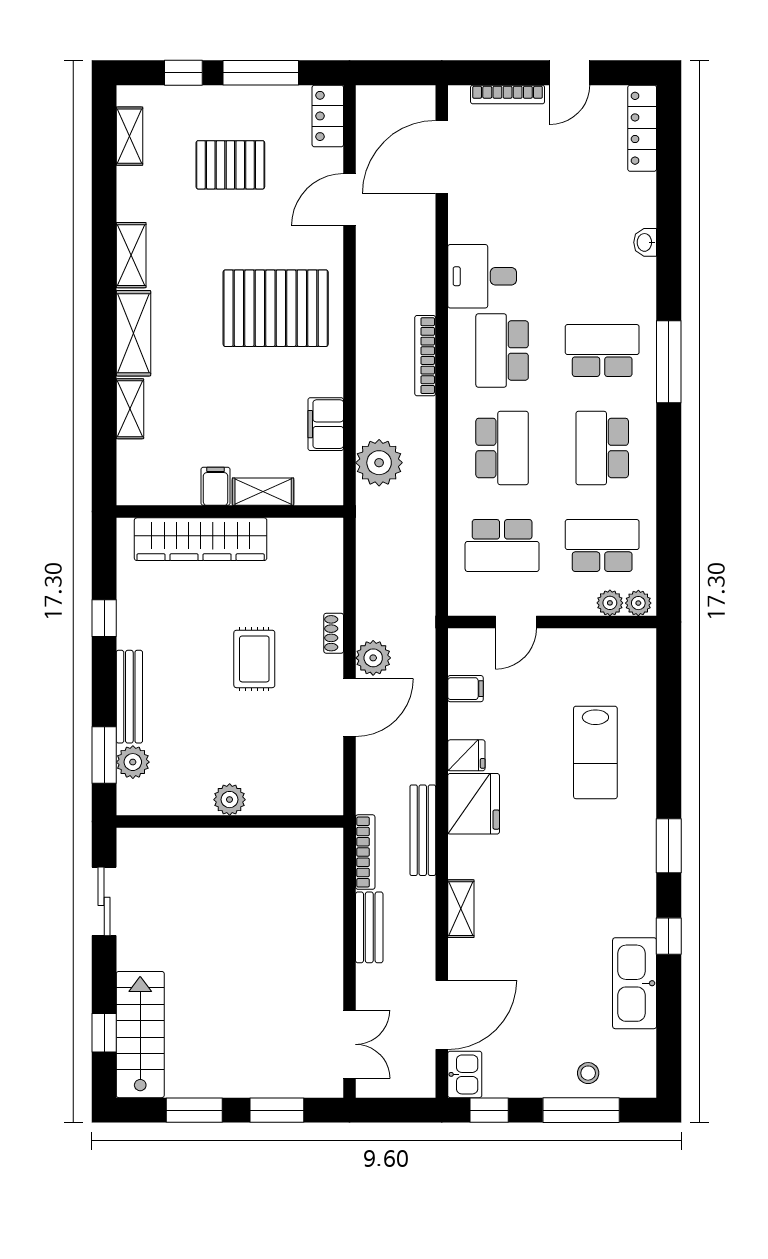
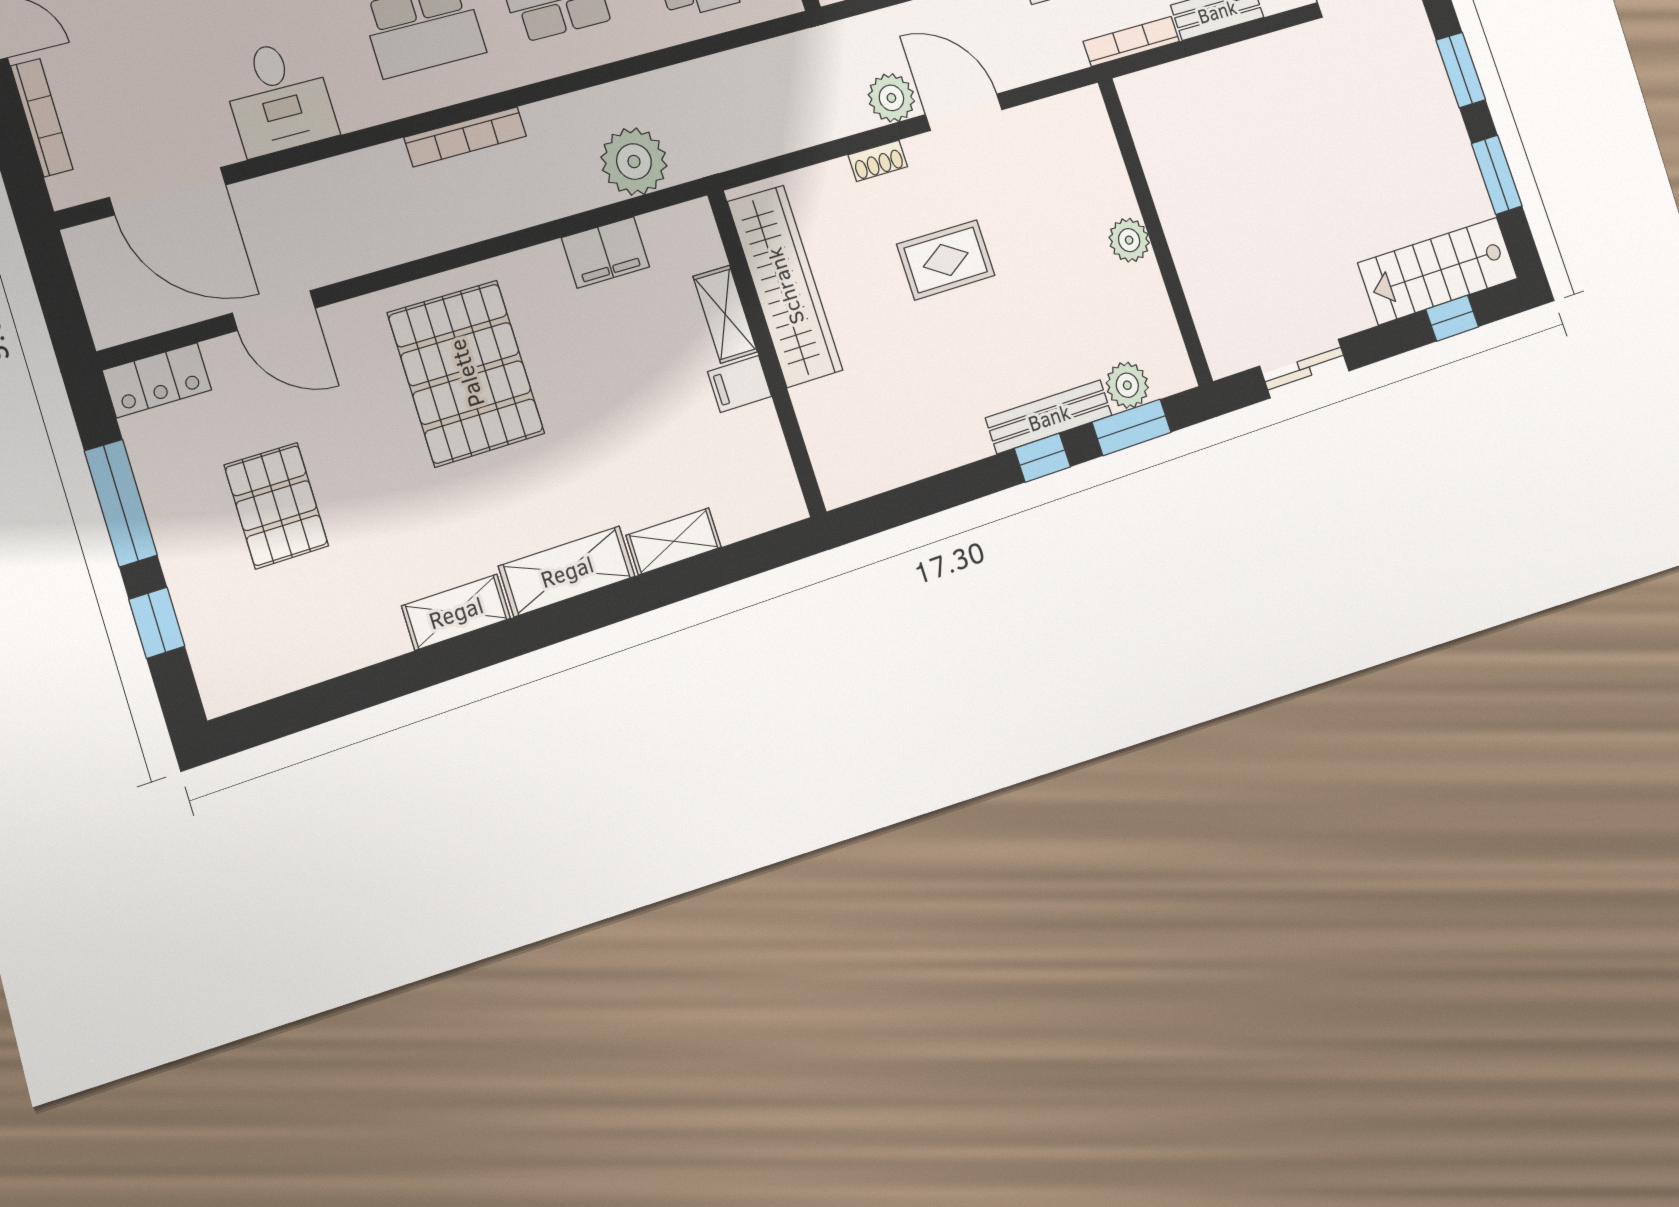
shelving: (130, 136) -> (280, 674), removed
desk: (482, 276) -> (279, 97), moved
wardrobe: (201, 539) -> (785, 286), moved
window: (104, 618) -> (1042, 458), moved

